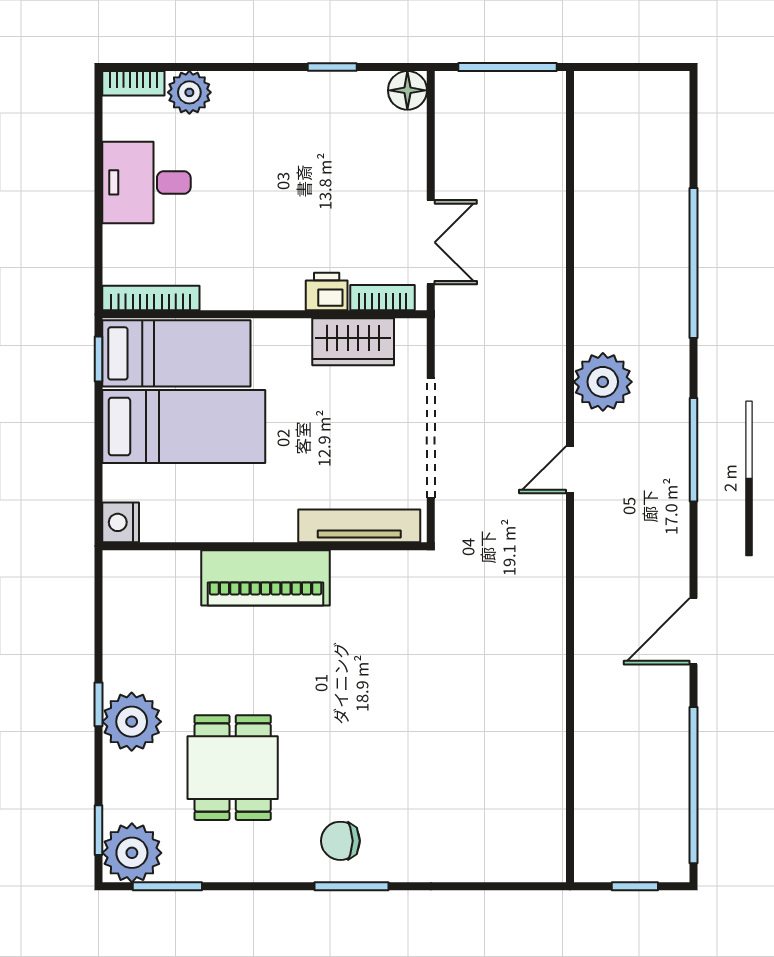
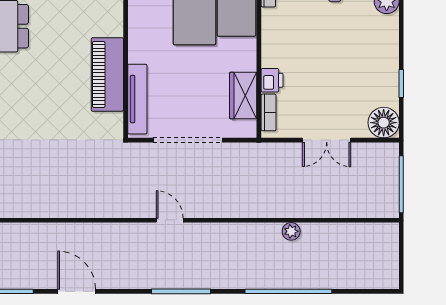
floor lamp: (407, 90) -> (384, 123), width x1.38, depth x1.38
double door: (431, 242) -> (327, 140), moved
plant: (603, 382) -> (291, 231), moved, width x0.53, depth x0.53
piano: (265, 578) -> (107, 74), moved

